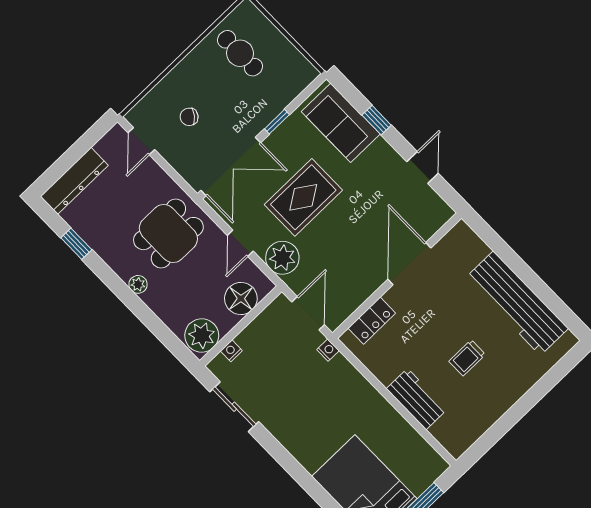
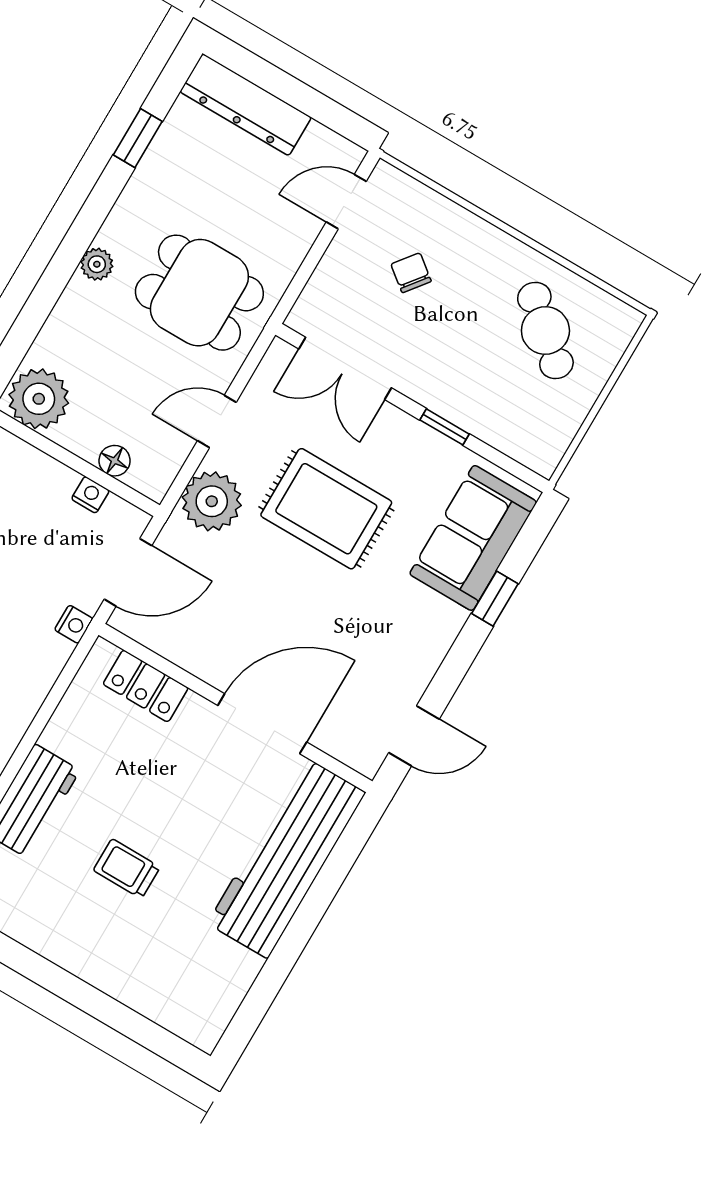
cafe table: (240, 53) -> (545, 330), turned -49
double door: (231, 166) -> (345, 368), width x0.73
door: (423, 167) -> (414, 736), moved
floor lamp: (241, 298) -> (115, 461), width x0.53, depth x0.53
workbench: (517, 303) -> (286, 858), moved
nightstand: (231, 351) -> (90, 495), moved

